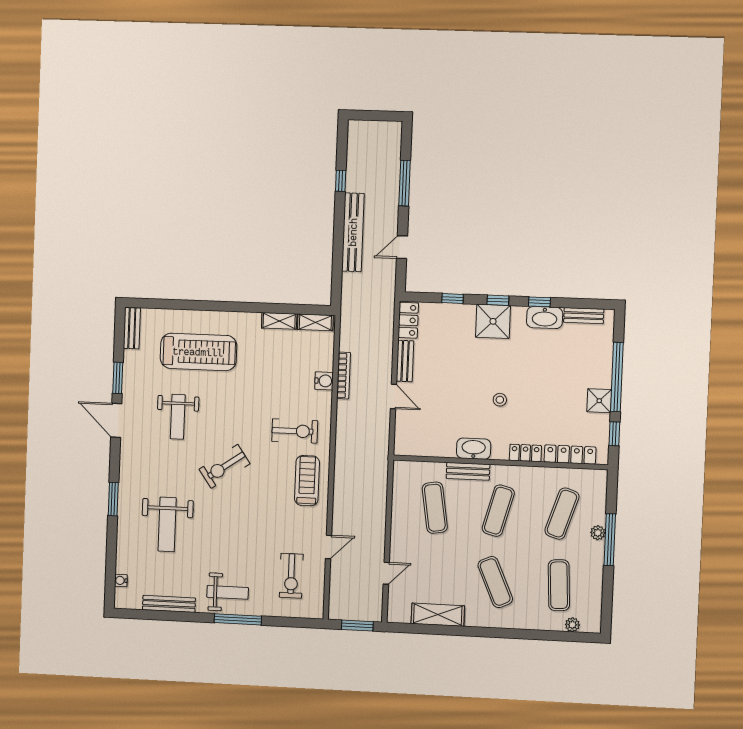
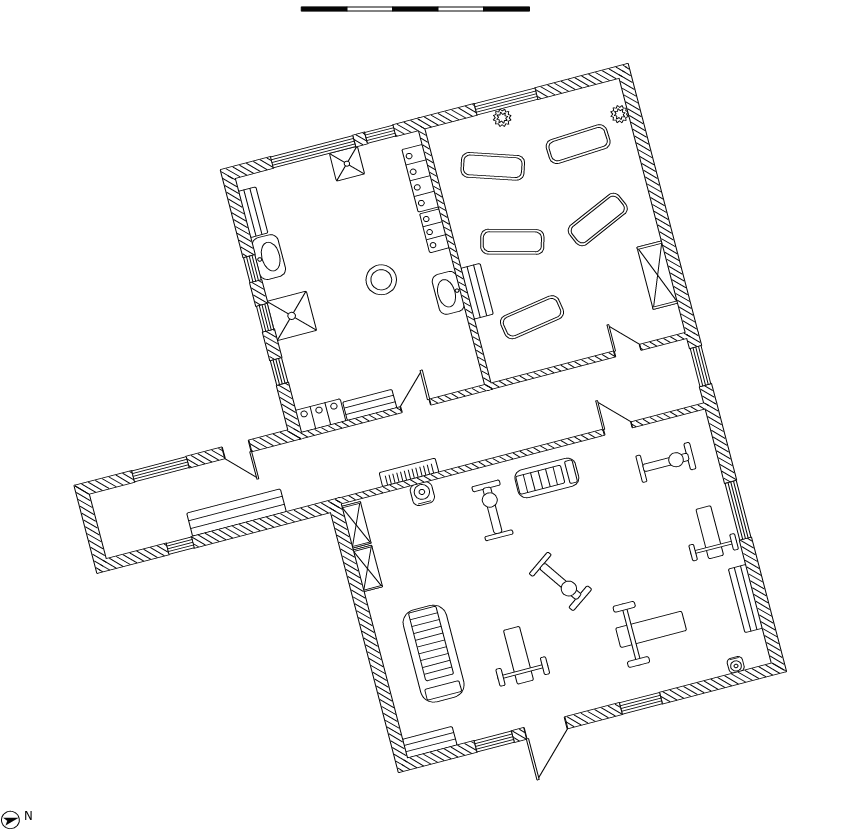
stool: (500, 400) -> (381, 280), width x1.89, depth x1.89
weight bench: (178, 417) -> (518, 655), turned -90

